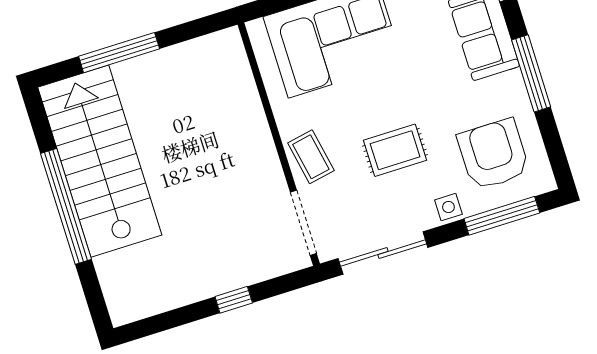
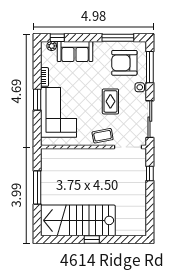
window: (119, 53) -> (37, 188), moved
window: (531, 73) -> (118, 38), moved
window: (66, 206) -> (92, 240), width x0.32
window: (234, 300) -> (150, 173), moved

